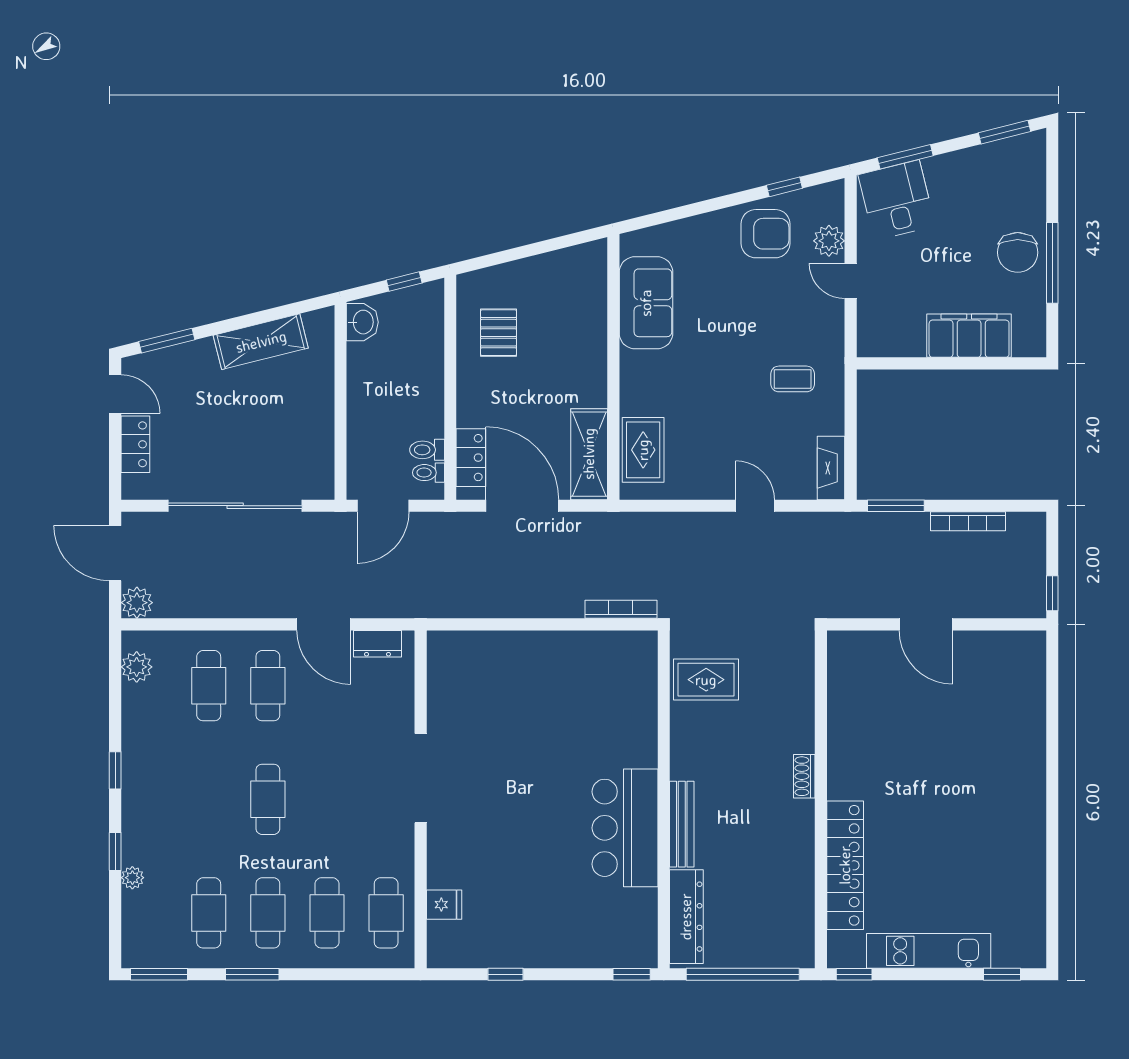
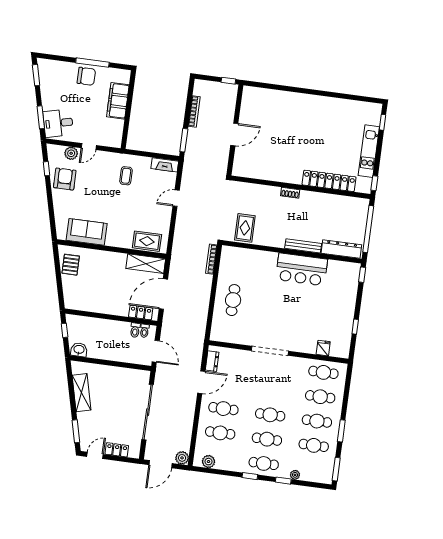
pallet: (499, 333) -> (71, 265), moved, turned 90
cafe table: (530, 674) -> (233, 300), added
cafe table: (150, 799) -> (264, 463), added
cafe table: (209, 799) -> (267, 439), added

